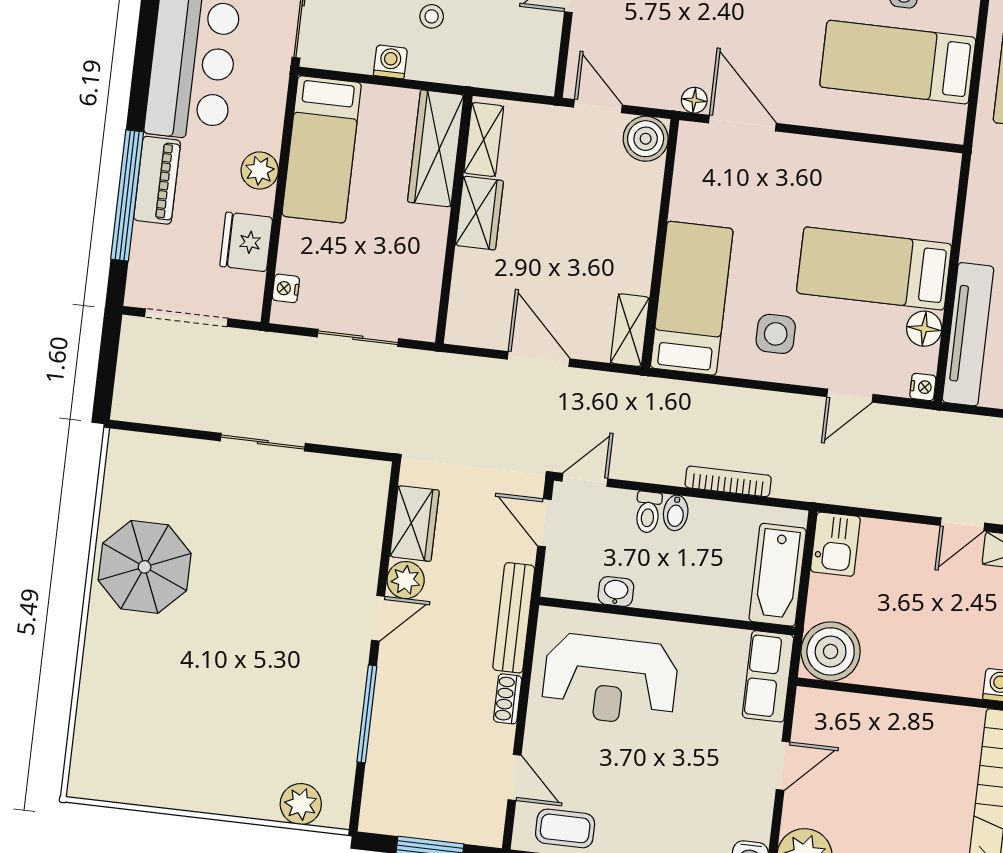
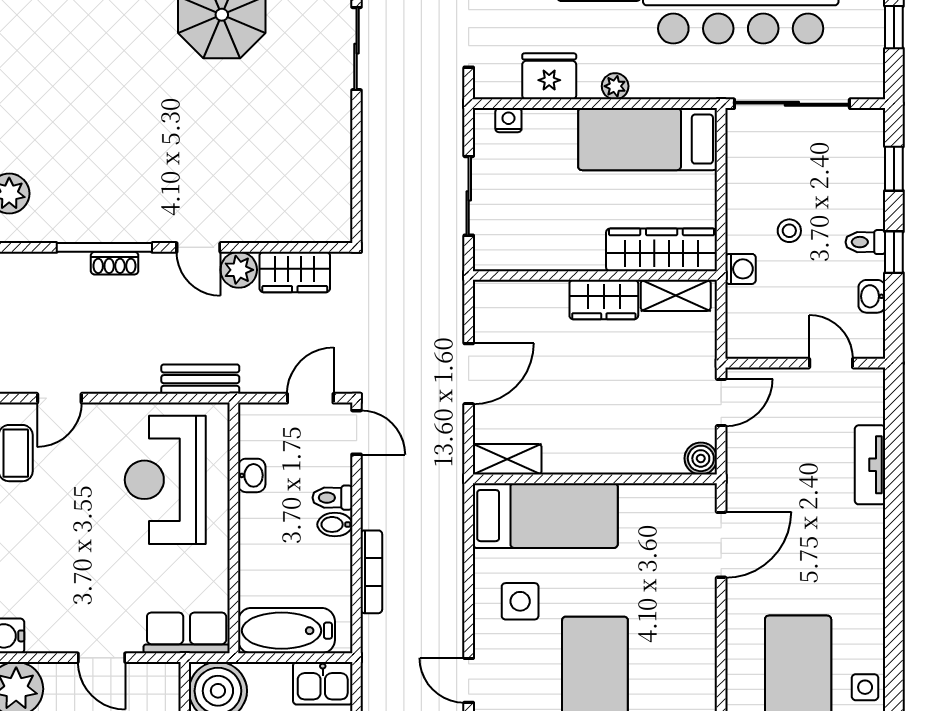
washing machine: (390, 62) -> (740, 269), moved
floor lamp: (694, 100) -> (738, 495), removed
boiler: (646, 139) -> (701, 458), width x0.73, depth x0.73
plant: (260, 170) -> (615, 86), width x0.73, depth x0.73
sliding door: (263, 442) -> (357, 49), moved
bench: (514, 618) -> (200, 379), width x0.73
shoe rack: (508, 699) -> (115, 263), moved, turned 180

